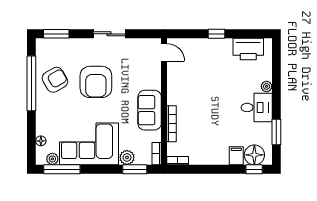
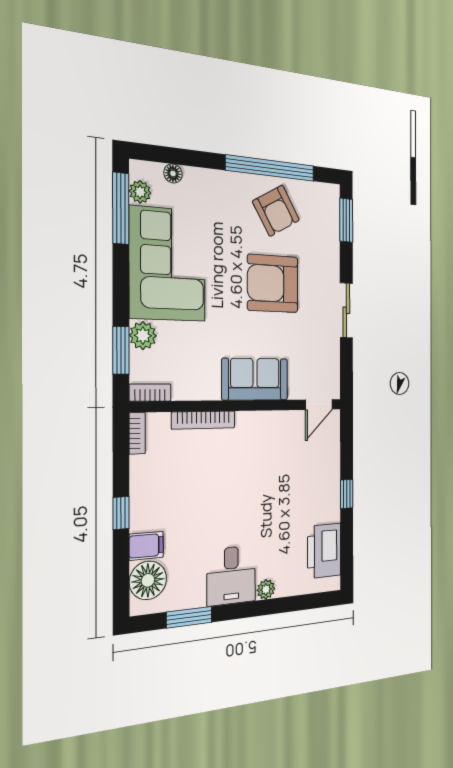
sofa: (150, 110) -> (255, 379), moved
window: (254, 169) -> (121, 513), moved

